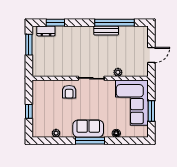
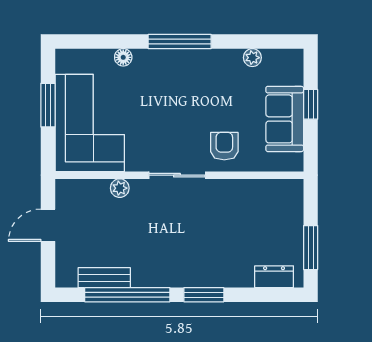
window: (55, 23) -> (204, 295), moved
bench: (106, 31) -> (104, 278), moved
sofa: (88, 129) -> (285, 119), moved, turned 90

